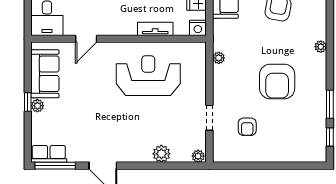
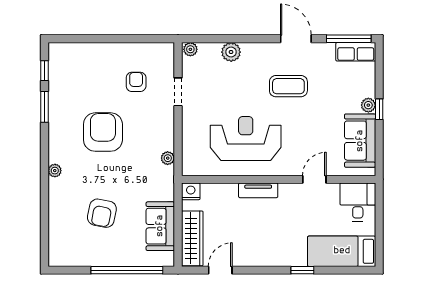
tv unit: (155, 29) -> (258, 190), moved
reception desk: (148, 76) -> (246, 139), turned 180
coffee table: (110, 123) -> (288, 86), added

